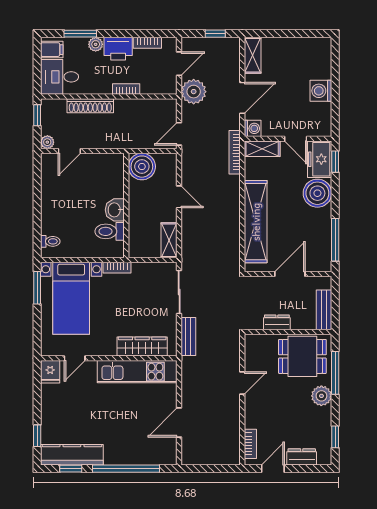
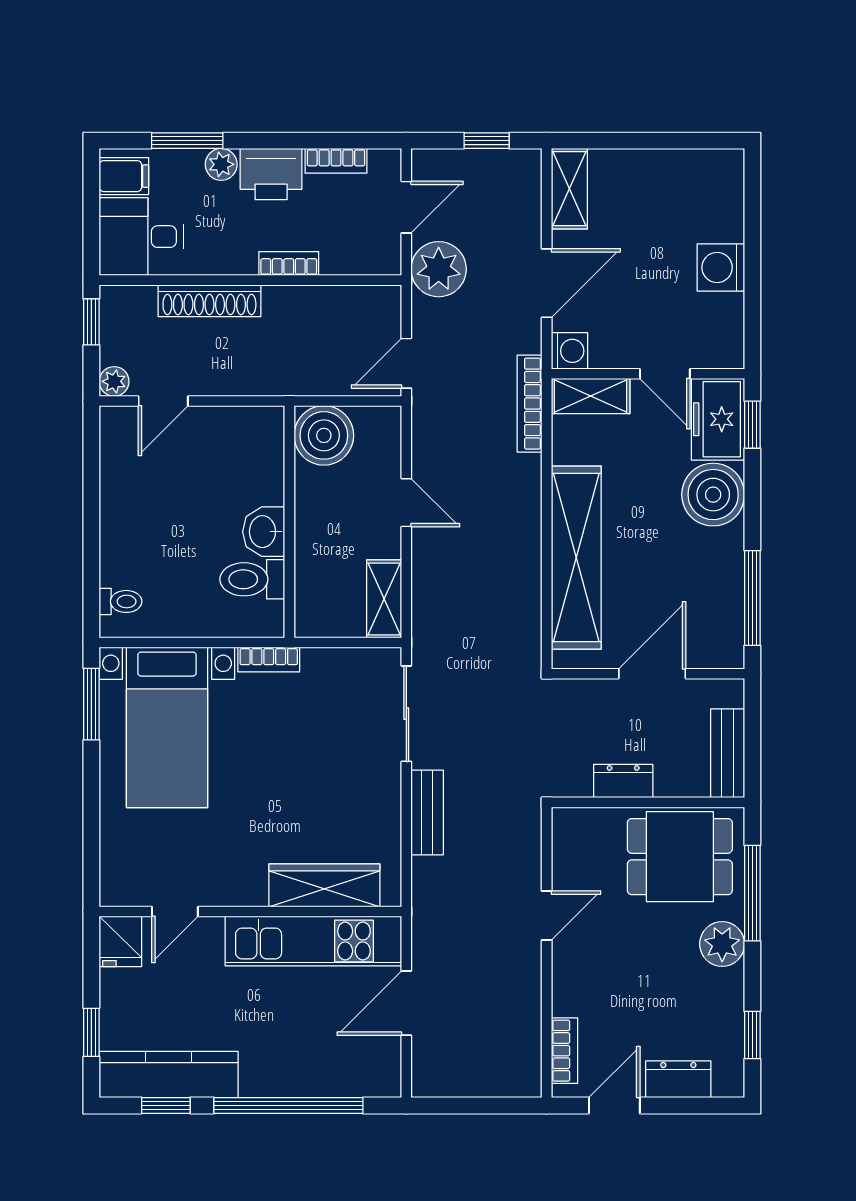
wardrobe: (142, 347) -> (324, 885), moved
door: (75, 358) -> (175, 911), moved
wall: (109, 358) -> (250, 911), moved
fridge: (50, 372) -> (120, 941), moved
kitchen unit: (137, 372) -> (313, 941), moved

